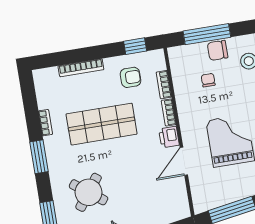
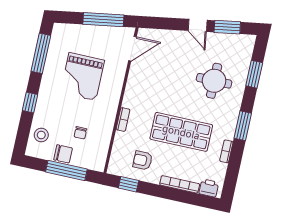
bookcase: (164, 85) -> (118, 144), removed
printer: (169, 137) -> (209, 188), moved, turned -90
door: (184, 161) -> (132, 49), moved
round table: (89, 192) -> (214, 81), turned -37

